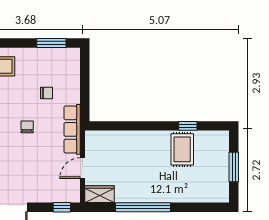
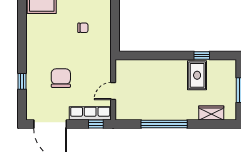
chair: (27, 127) -> (61, 78), moved, width x1.87, depth x1.87
row of seats: (72, 129) -> (90, 113), moved, turned 90
wardrobe: (99, 194) -> (211, 113), moved

